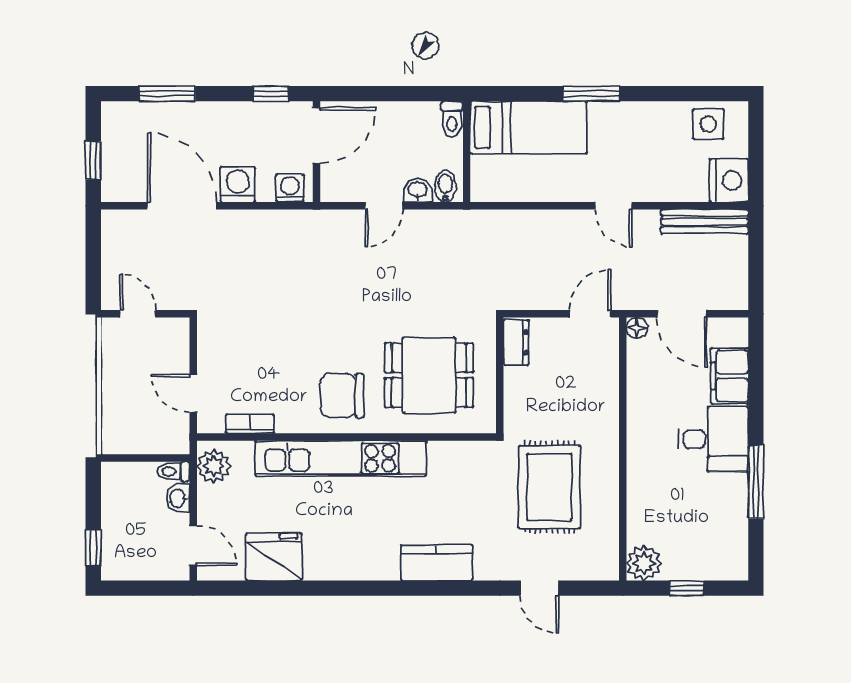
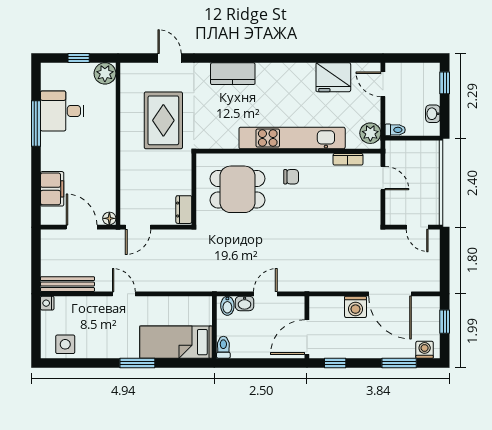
nightstand: (729, 180) -> (47, 303), width x0.53, depth x0.56
washing machine: (290, 188) -> (425, 350), moved, turned 180
chair: (342, 396) -> (291, 177), width x0.54, depth x0.54
desk: (713, 439) -> (62, 111), moved
washbasin: (178, 498) -> (433, 114), moved, turned 180

